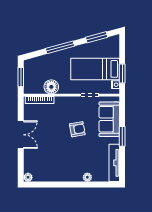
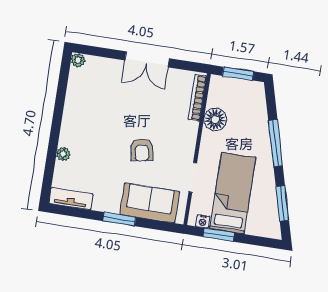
tv unit: (114, 163) -> (71, 199), width x0.71

